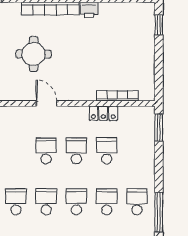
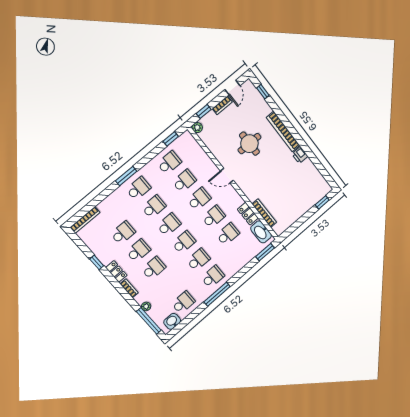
door: (46, 103) -> (227, 176), swing flipped
washbasin: (134, 115) -> (261, 232), added
school desk: (16, 151) -> (184, 181), added

